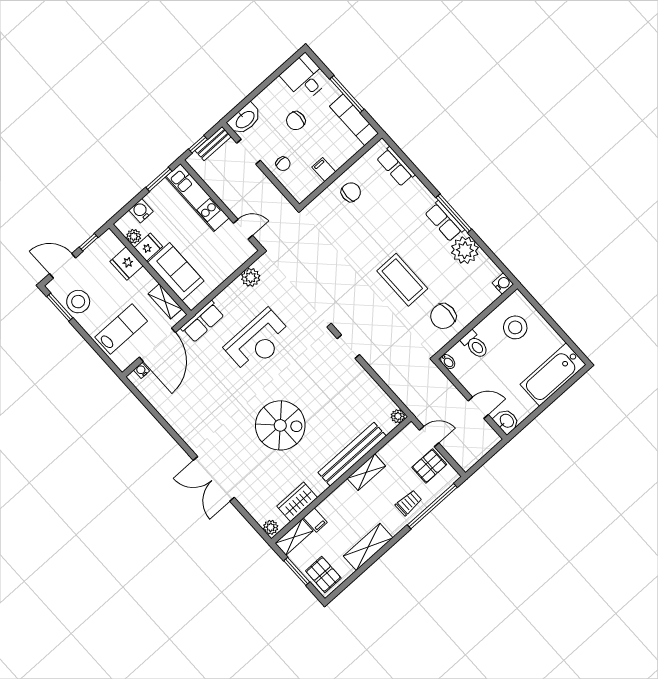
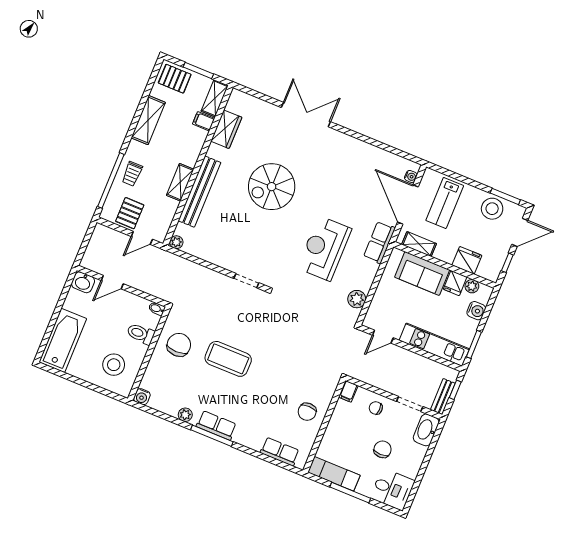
filing cabinet: (324, 169) -> (348, 391), moved, turned 90
plant: (465, 250) -> (185, 415), width x0.53, depth x0.53
plant: (271, 527) -> (238, 97), removed

